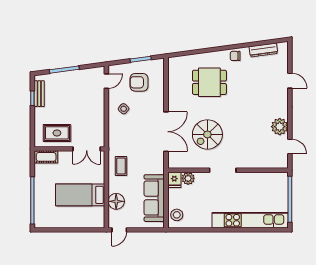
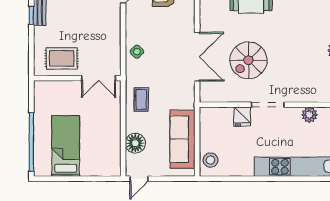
side table: (124, 109) -> (137, 52), moved
cot: (46, 157) -> (48, 88), removed
plant: (188, 178) -> (309, 115), moved
fridge: (174, 180) -> (242, 117), moved
bed: (80, 195) -> (66, 146), moved, turned 90

